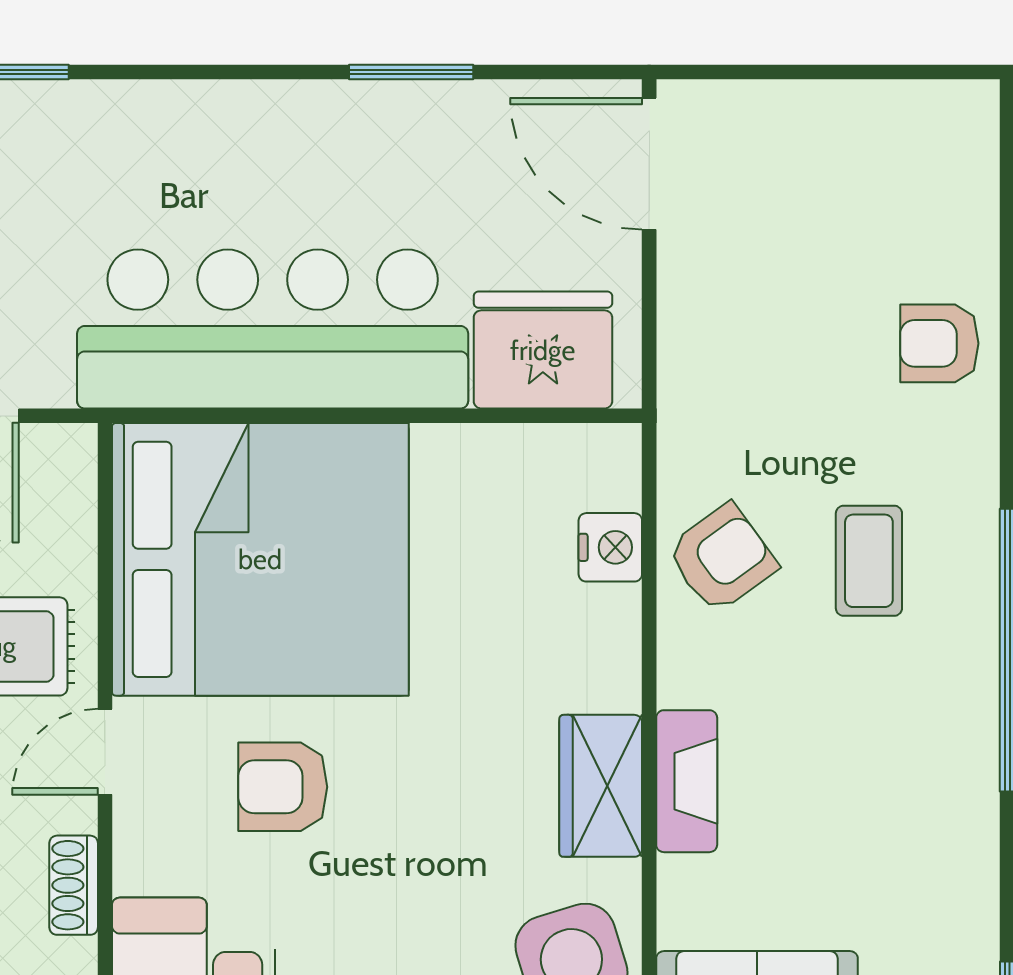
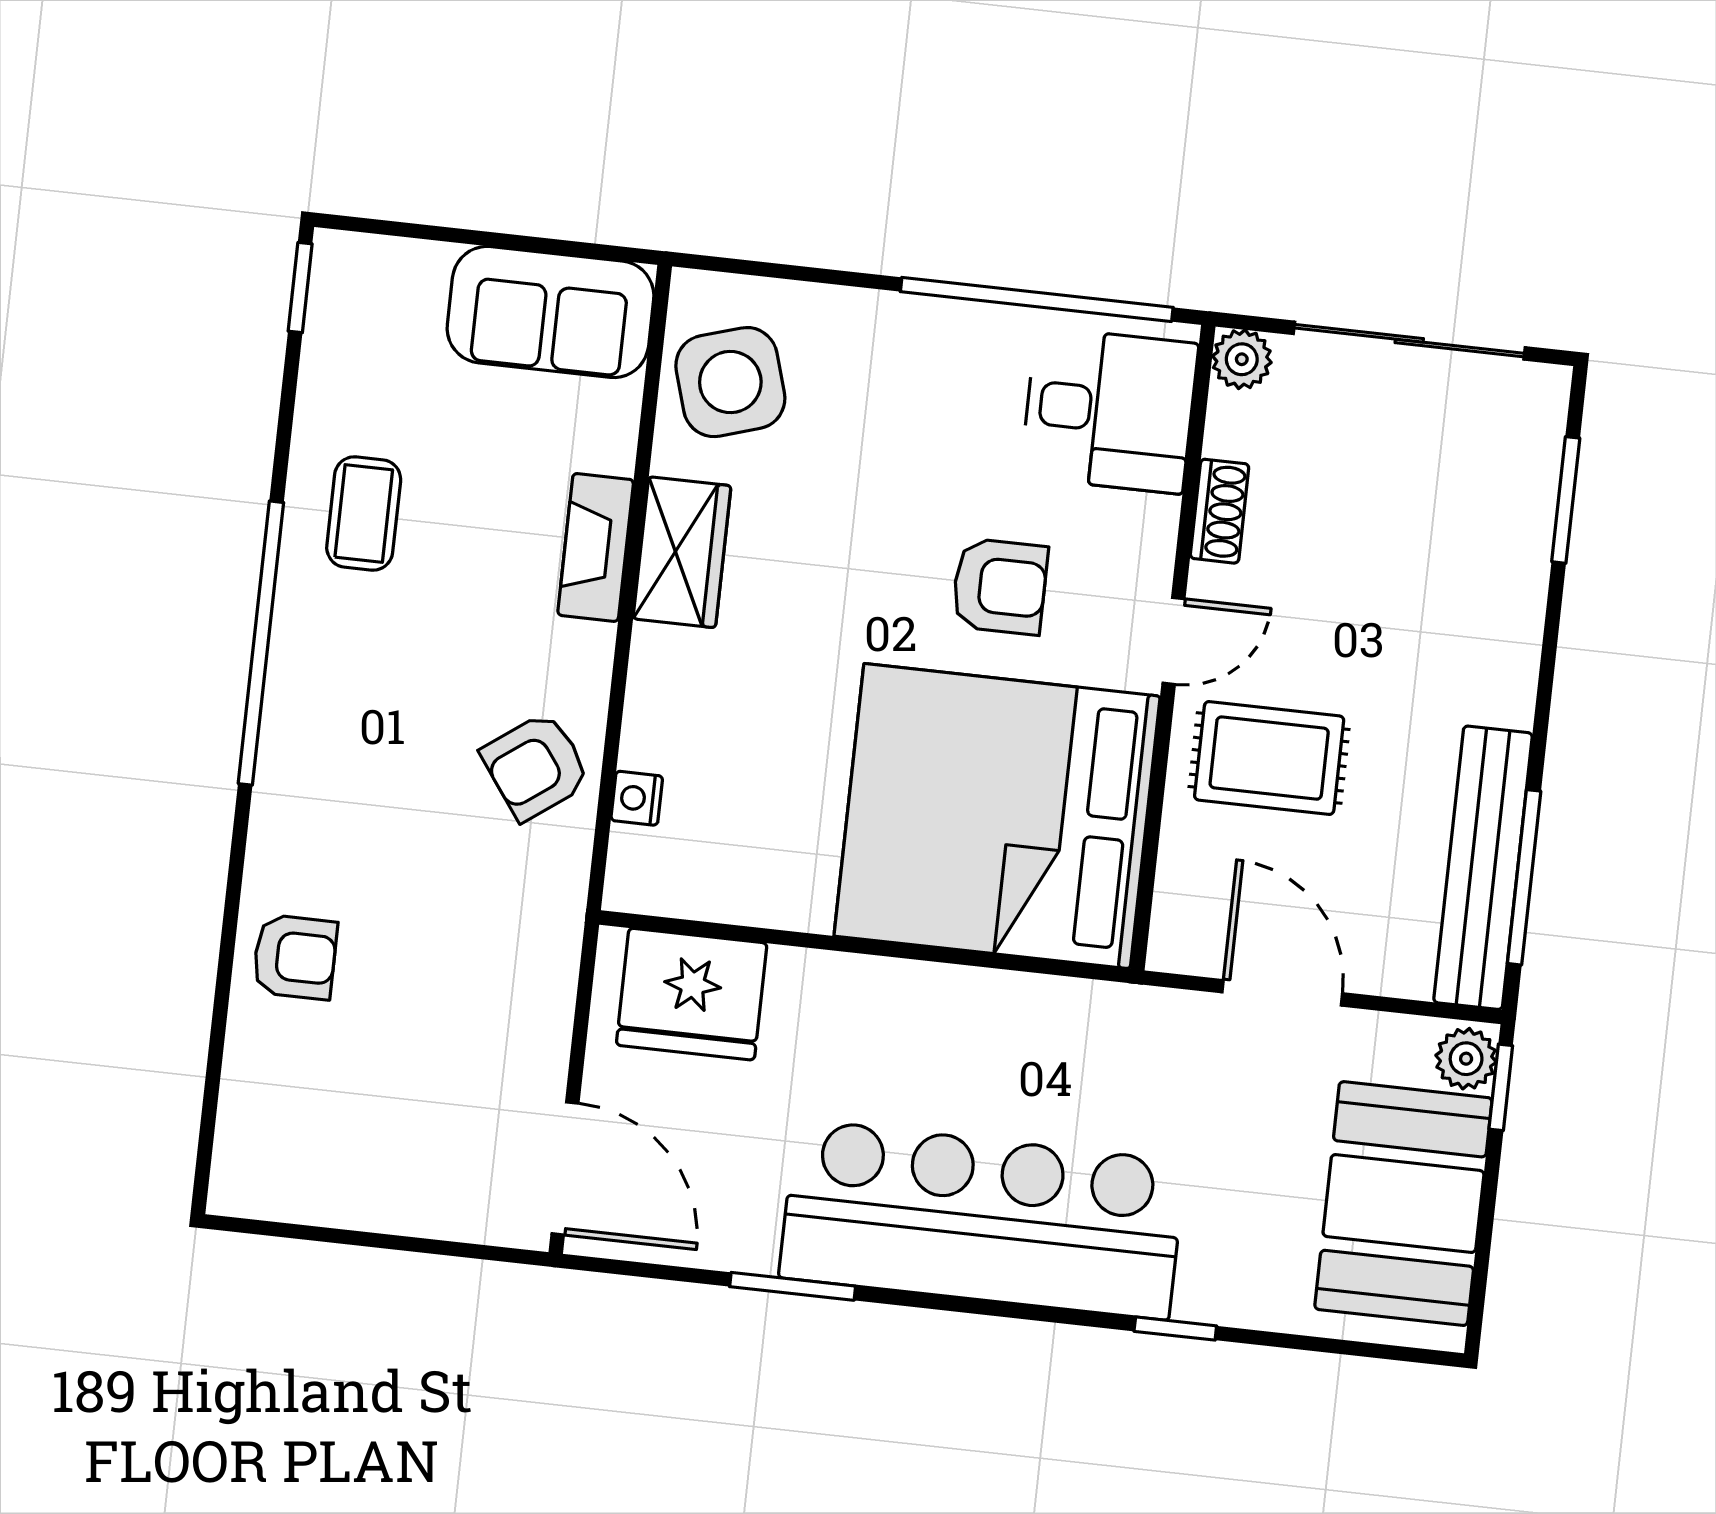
bar counter: (273, 329) -> (982, 1220), moved, turned 180
nightstand: (610, 547) -> (637, 798), width x0.72, depth x0.74
coffee table: (869, 561) -> (364, 513), moved

